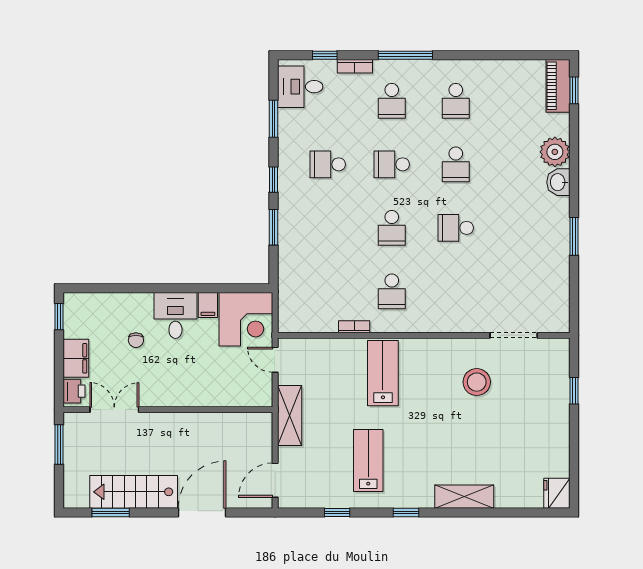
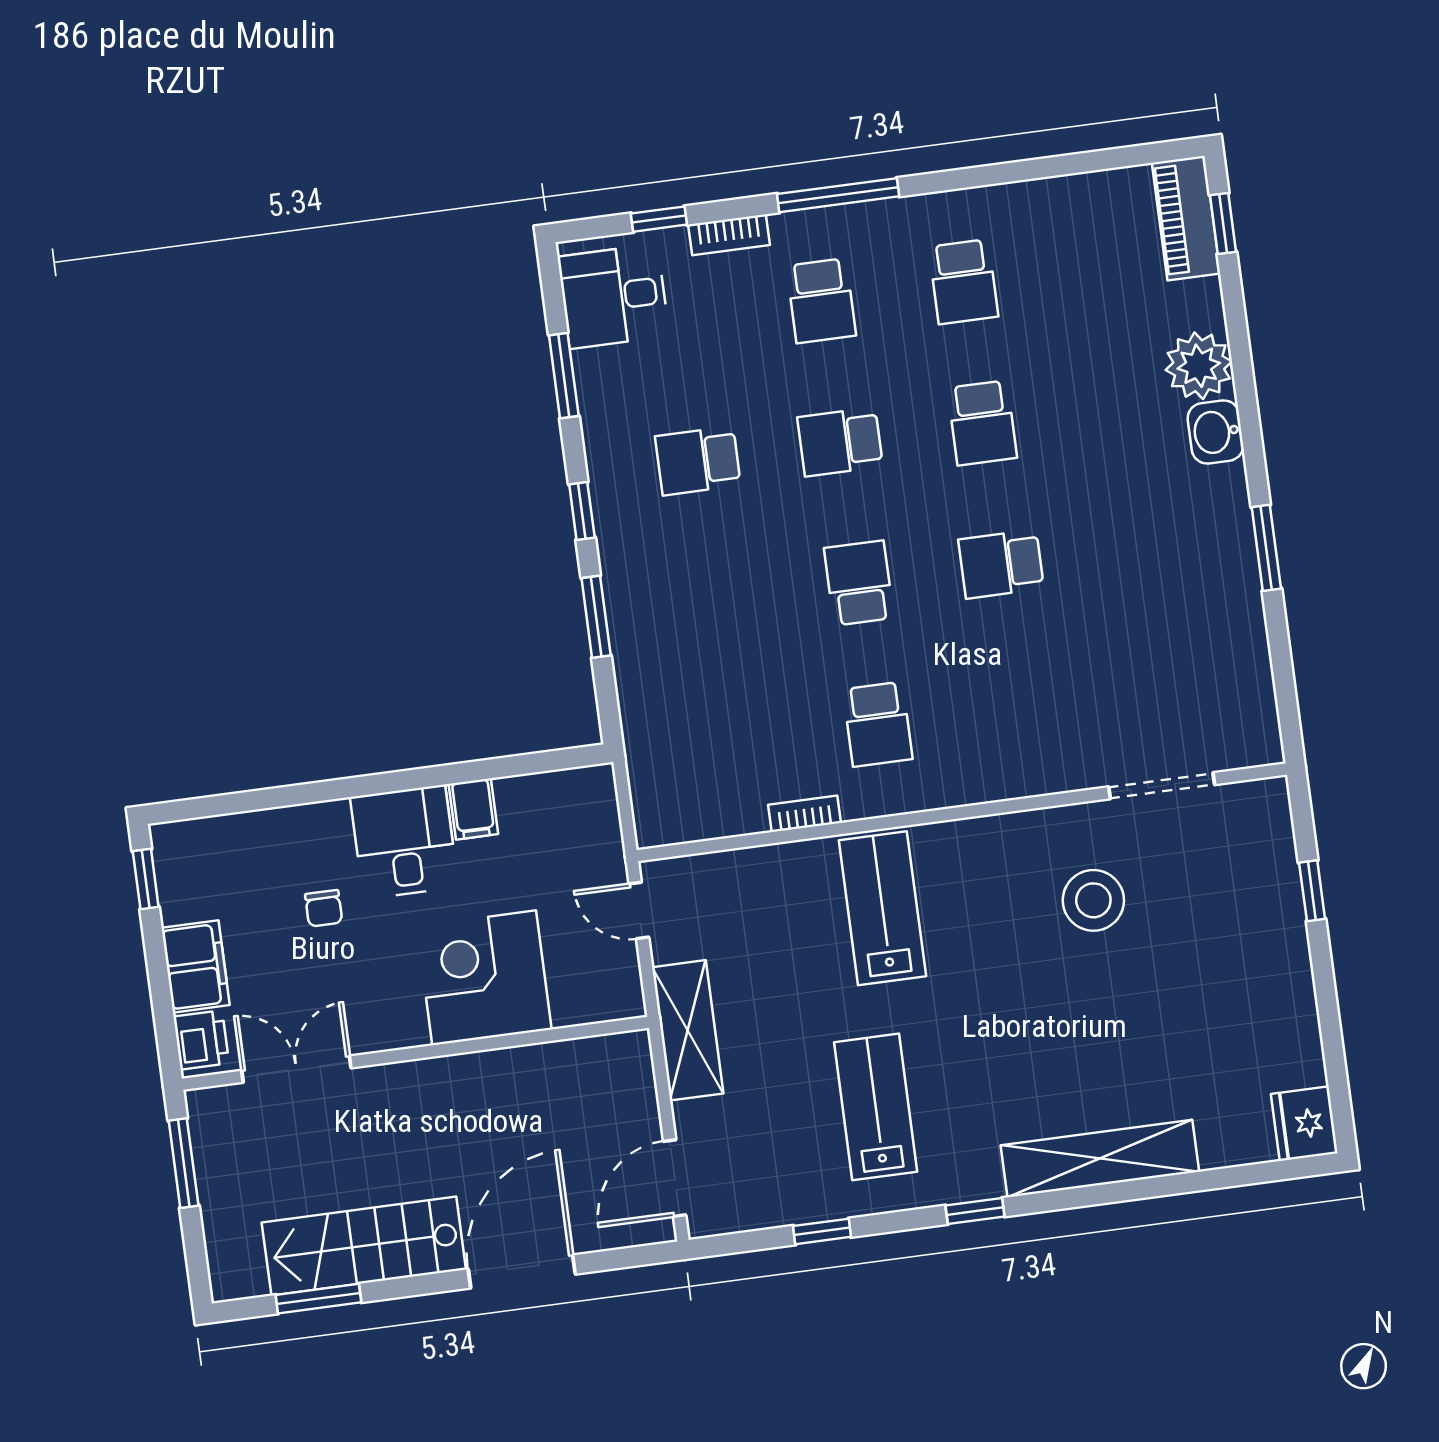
school desk: (392, 228) -> (859, 583), turned 180
corner desk: (246, 319) -> (484, 978), moved, turned 180
shelving: (464, 497) -> (1100, 1158), width x1.47

